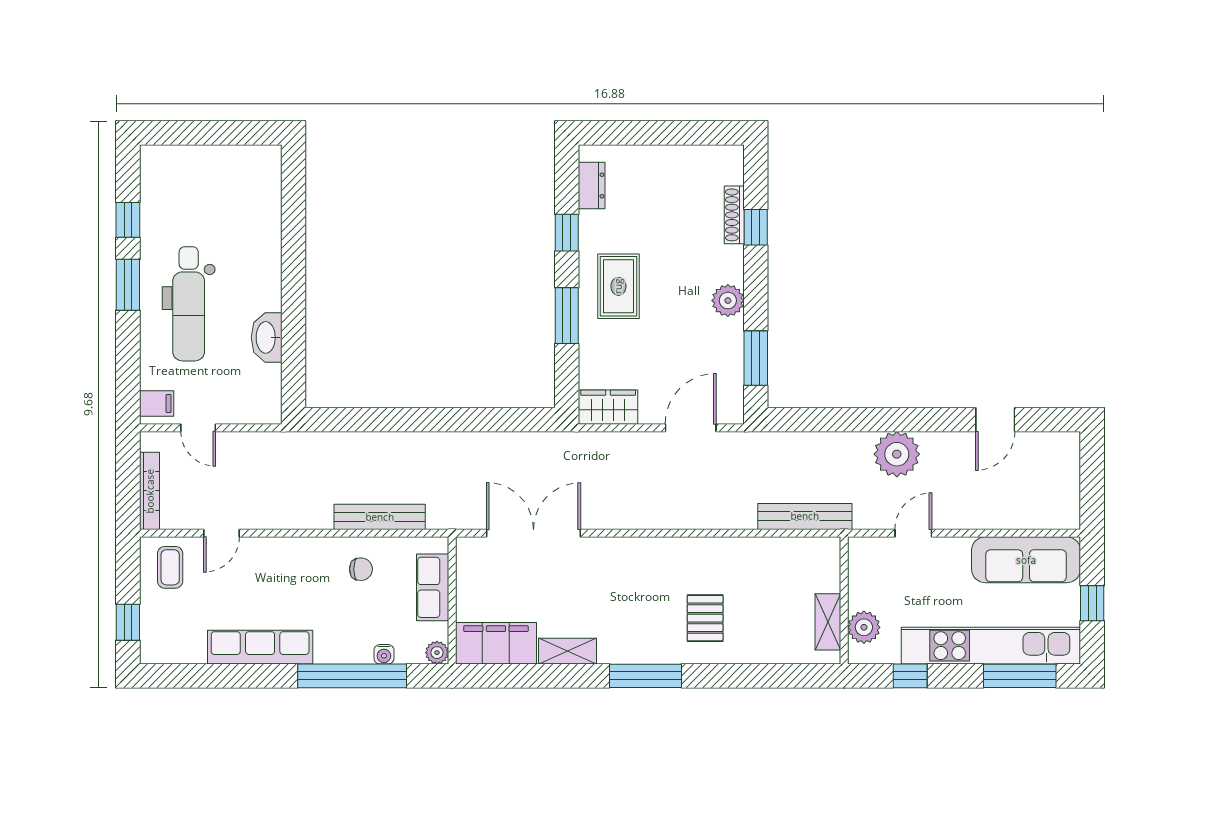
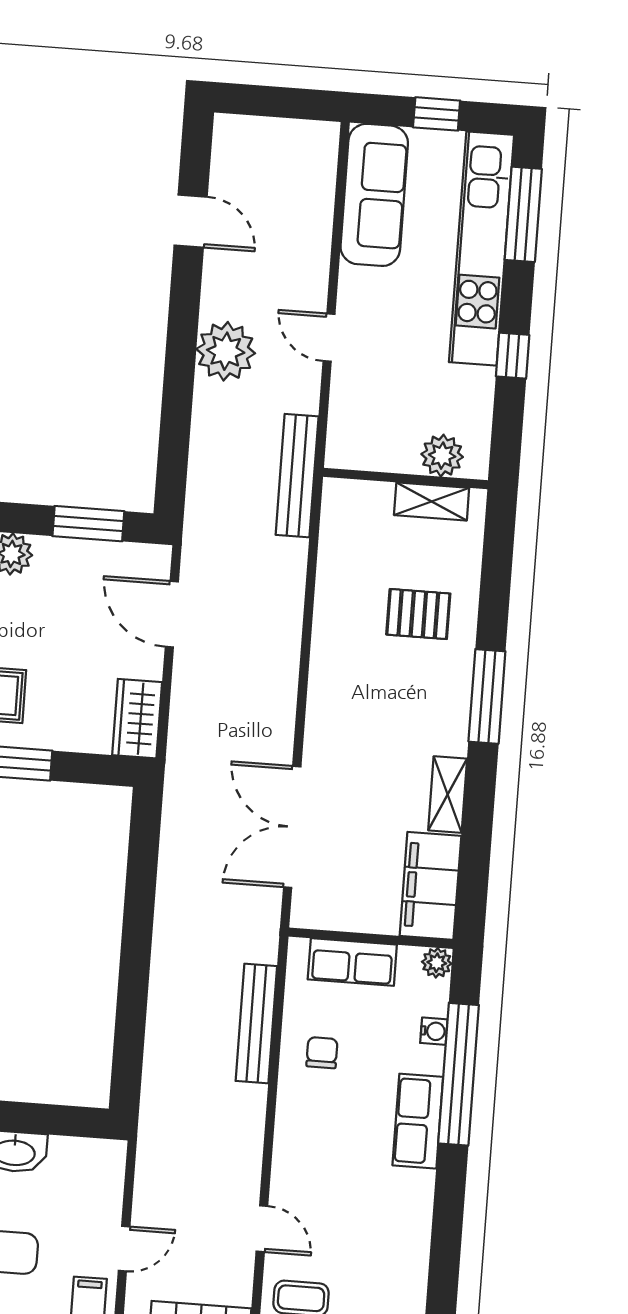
wall: (844, 600) -> (406, 478), moved
shelving: (828, 622) -> (432, 501), moved
plant: (864, 627) -> (442, 456), moved
row of seats: (260, 647) -> (418, 1121), moved, width x0.68

